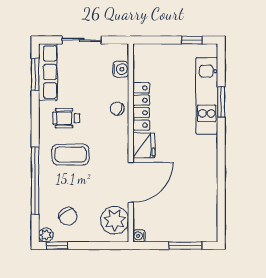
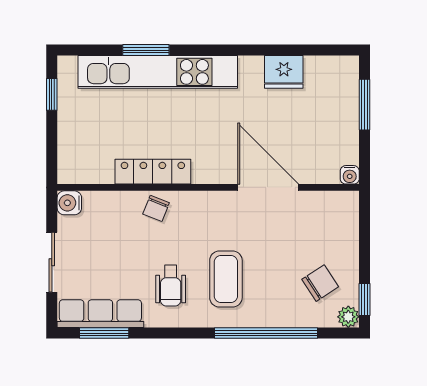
water cooler: (121, 69) -> (69, 203), moved, turned -90
kitchen unit: (207, 96) -> (158, 72), width x1.36
fridge: (144, 145) -> (284, 72), moved, turned 180
plant: (115, 220) -> (326, 212), removed

